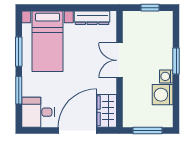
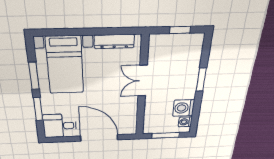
washing machine: (166, 76) -> (185, 122), moved
wardrobe: (107, 111) -> (128, 122), removed
door: (77, 130) -> (99, 138), hinge flipped

